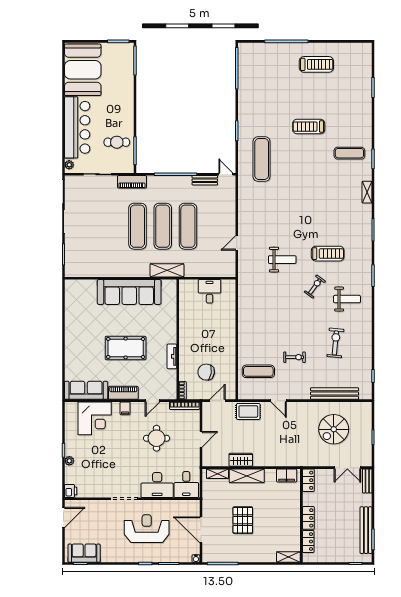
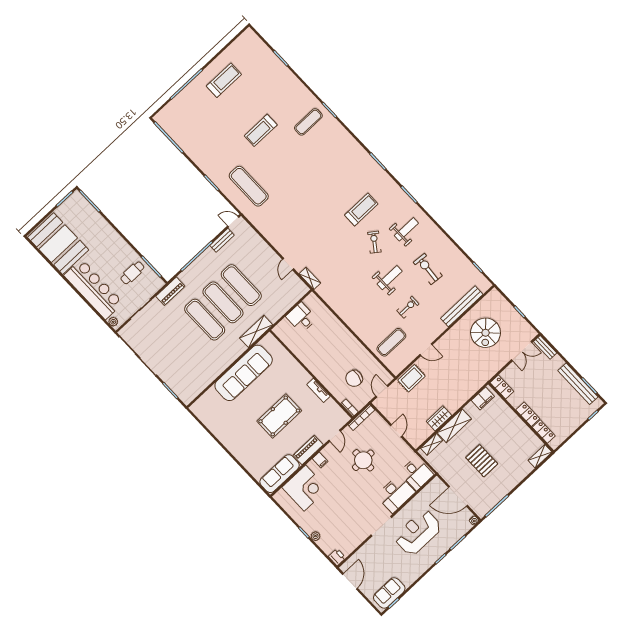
shelving: (367, 192) -> (310, 278), moved
weight bench: (282, 260) -> (390, 278), moved

